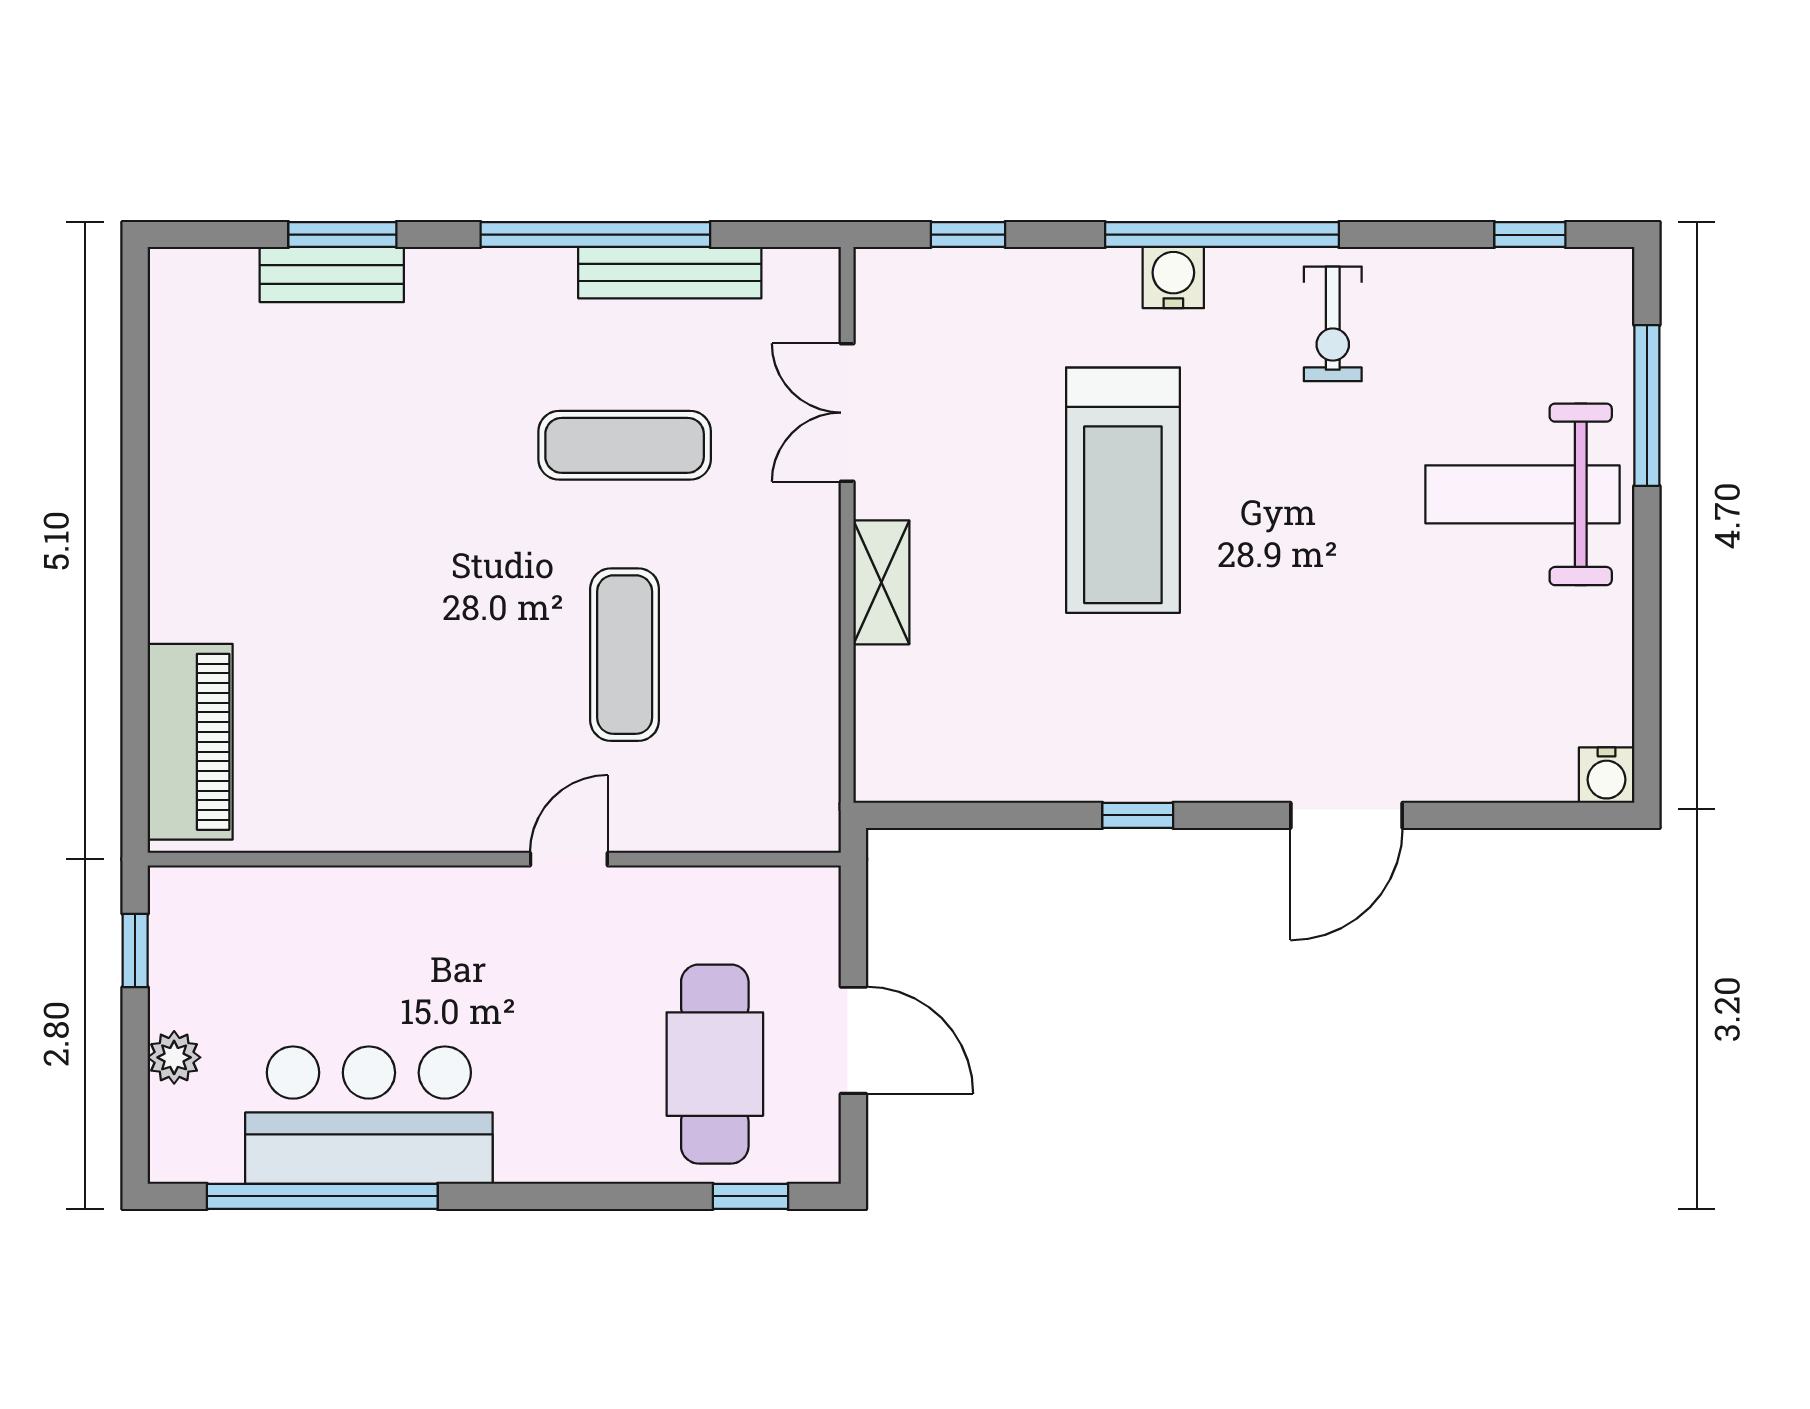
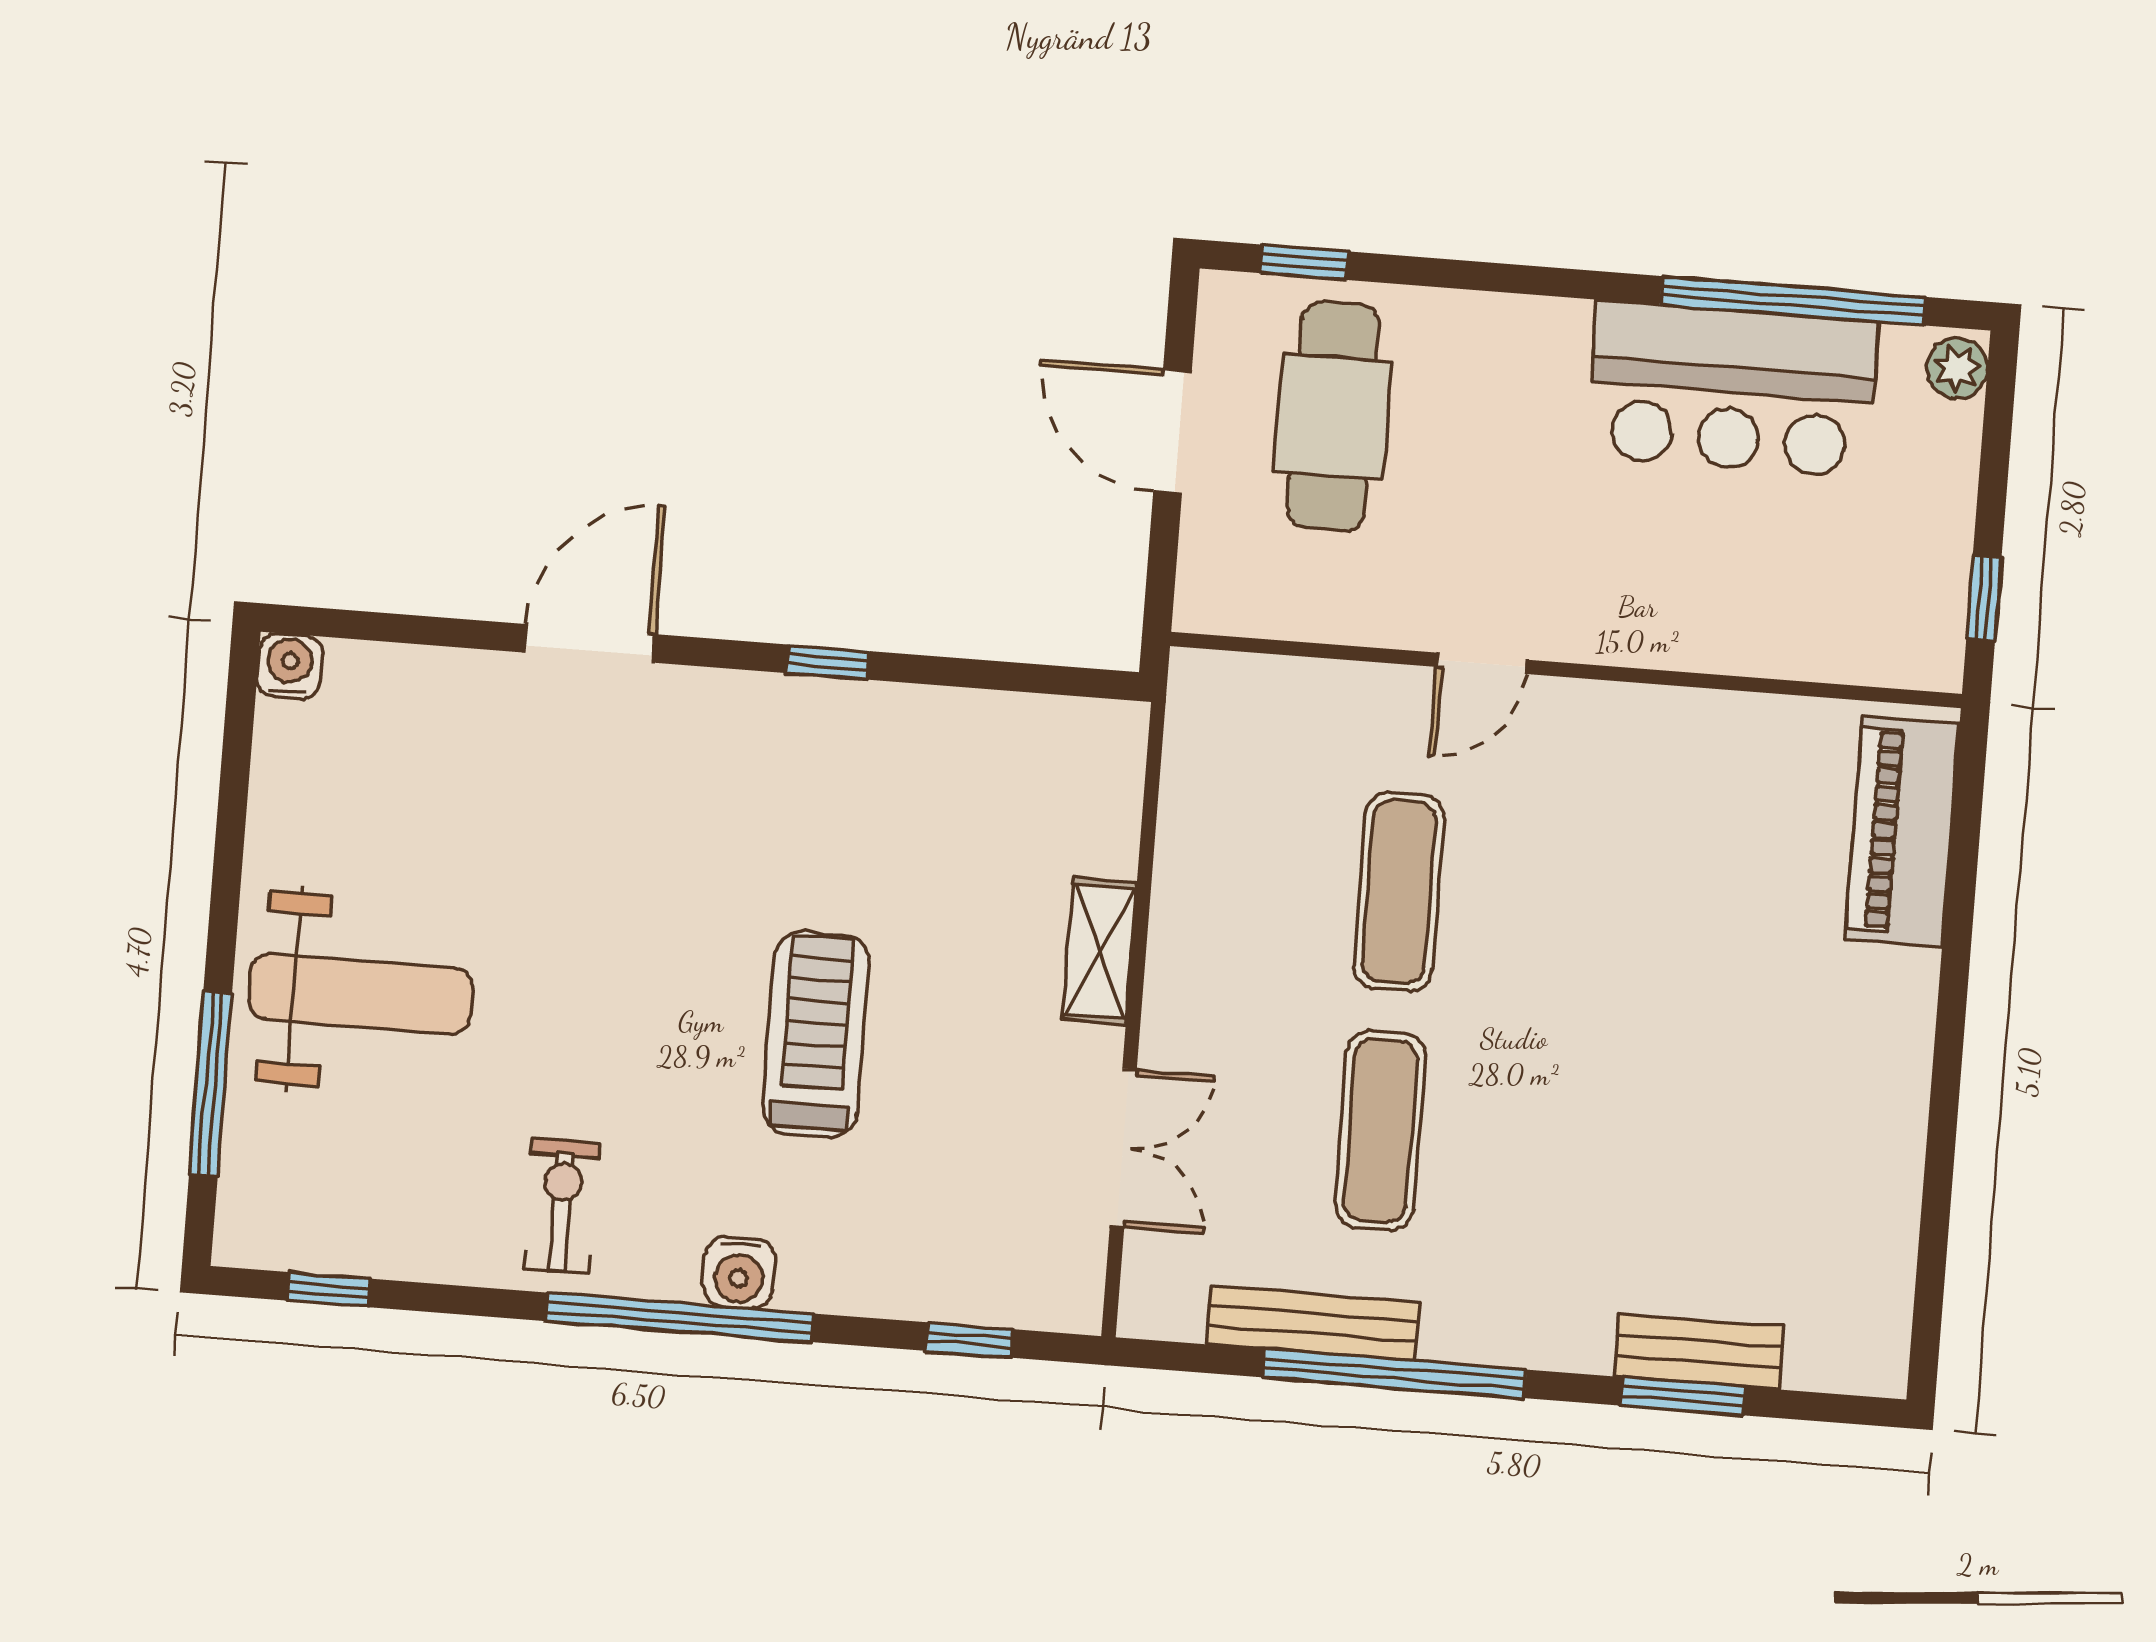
exercise mat: (625, 445) -> (1380, 1130), turned 90
treadmill: (1123, 490) -> (816, 1034), width x0.73, depth x0.73
plant: (174, 1057) -> (1957, 368), moved

